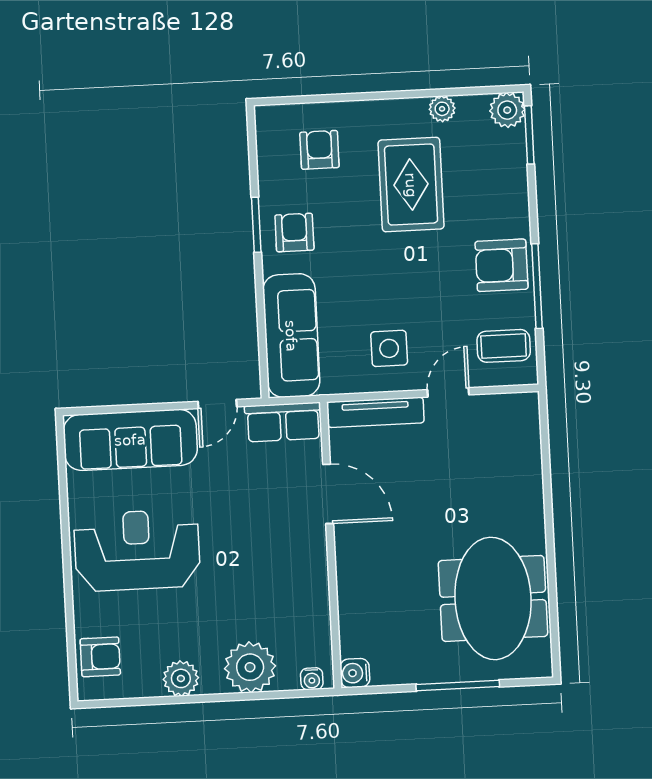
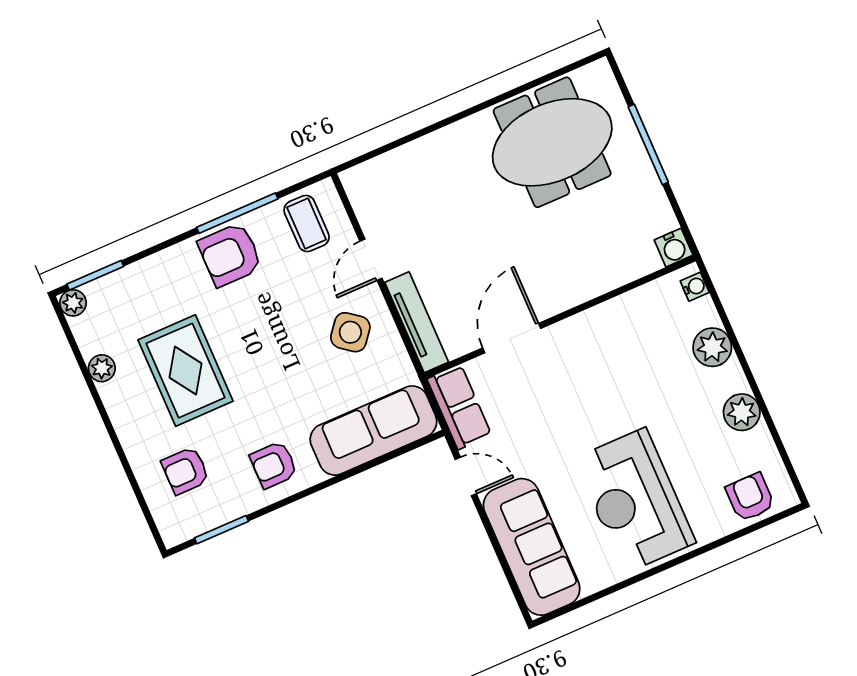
plant: (507, 110) -> (73, 303), width x0.73, depth x0.73
rug: (411, 185) -> (185, 371), turned 90
window: (256, 225) -> (222, 530), moved
armchair: (502, 265) -> (230, 255), turned 90
side table: (389, 348) -> (350, 332), turned 38
door: (448, 392) -> (371, 260), hinge flipped
plant: (250, 667) -> (712, 347), width x0.73, depth x0.73

